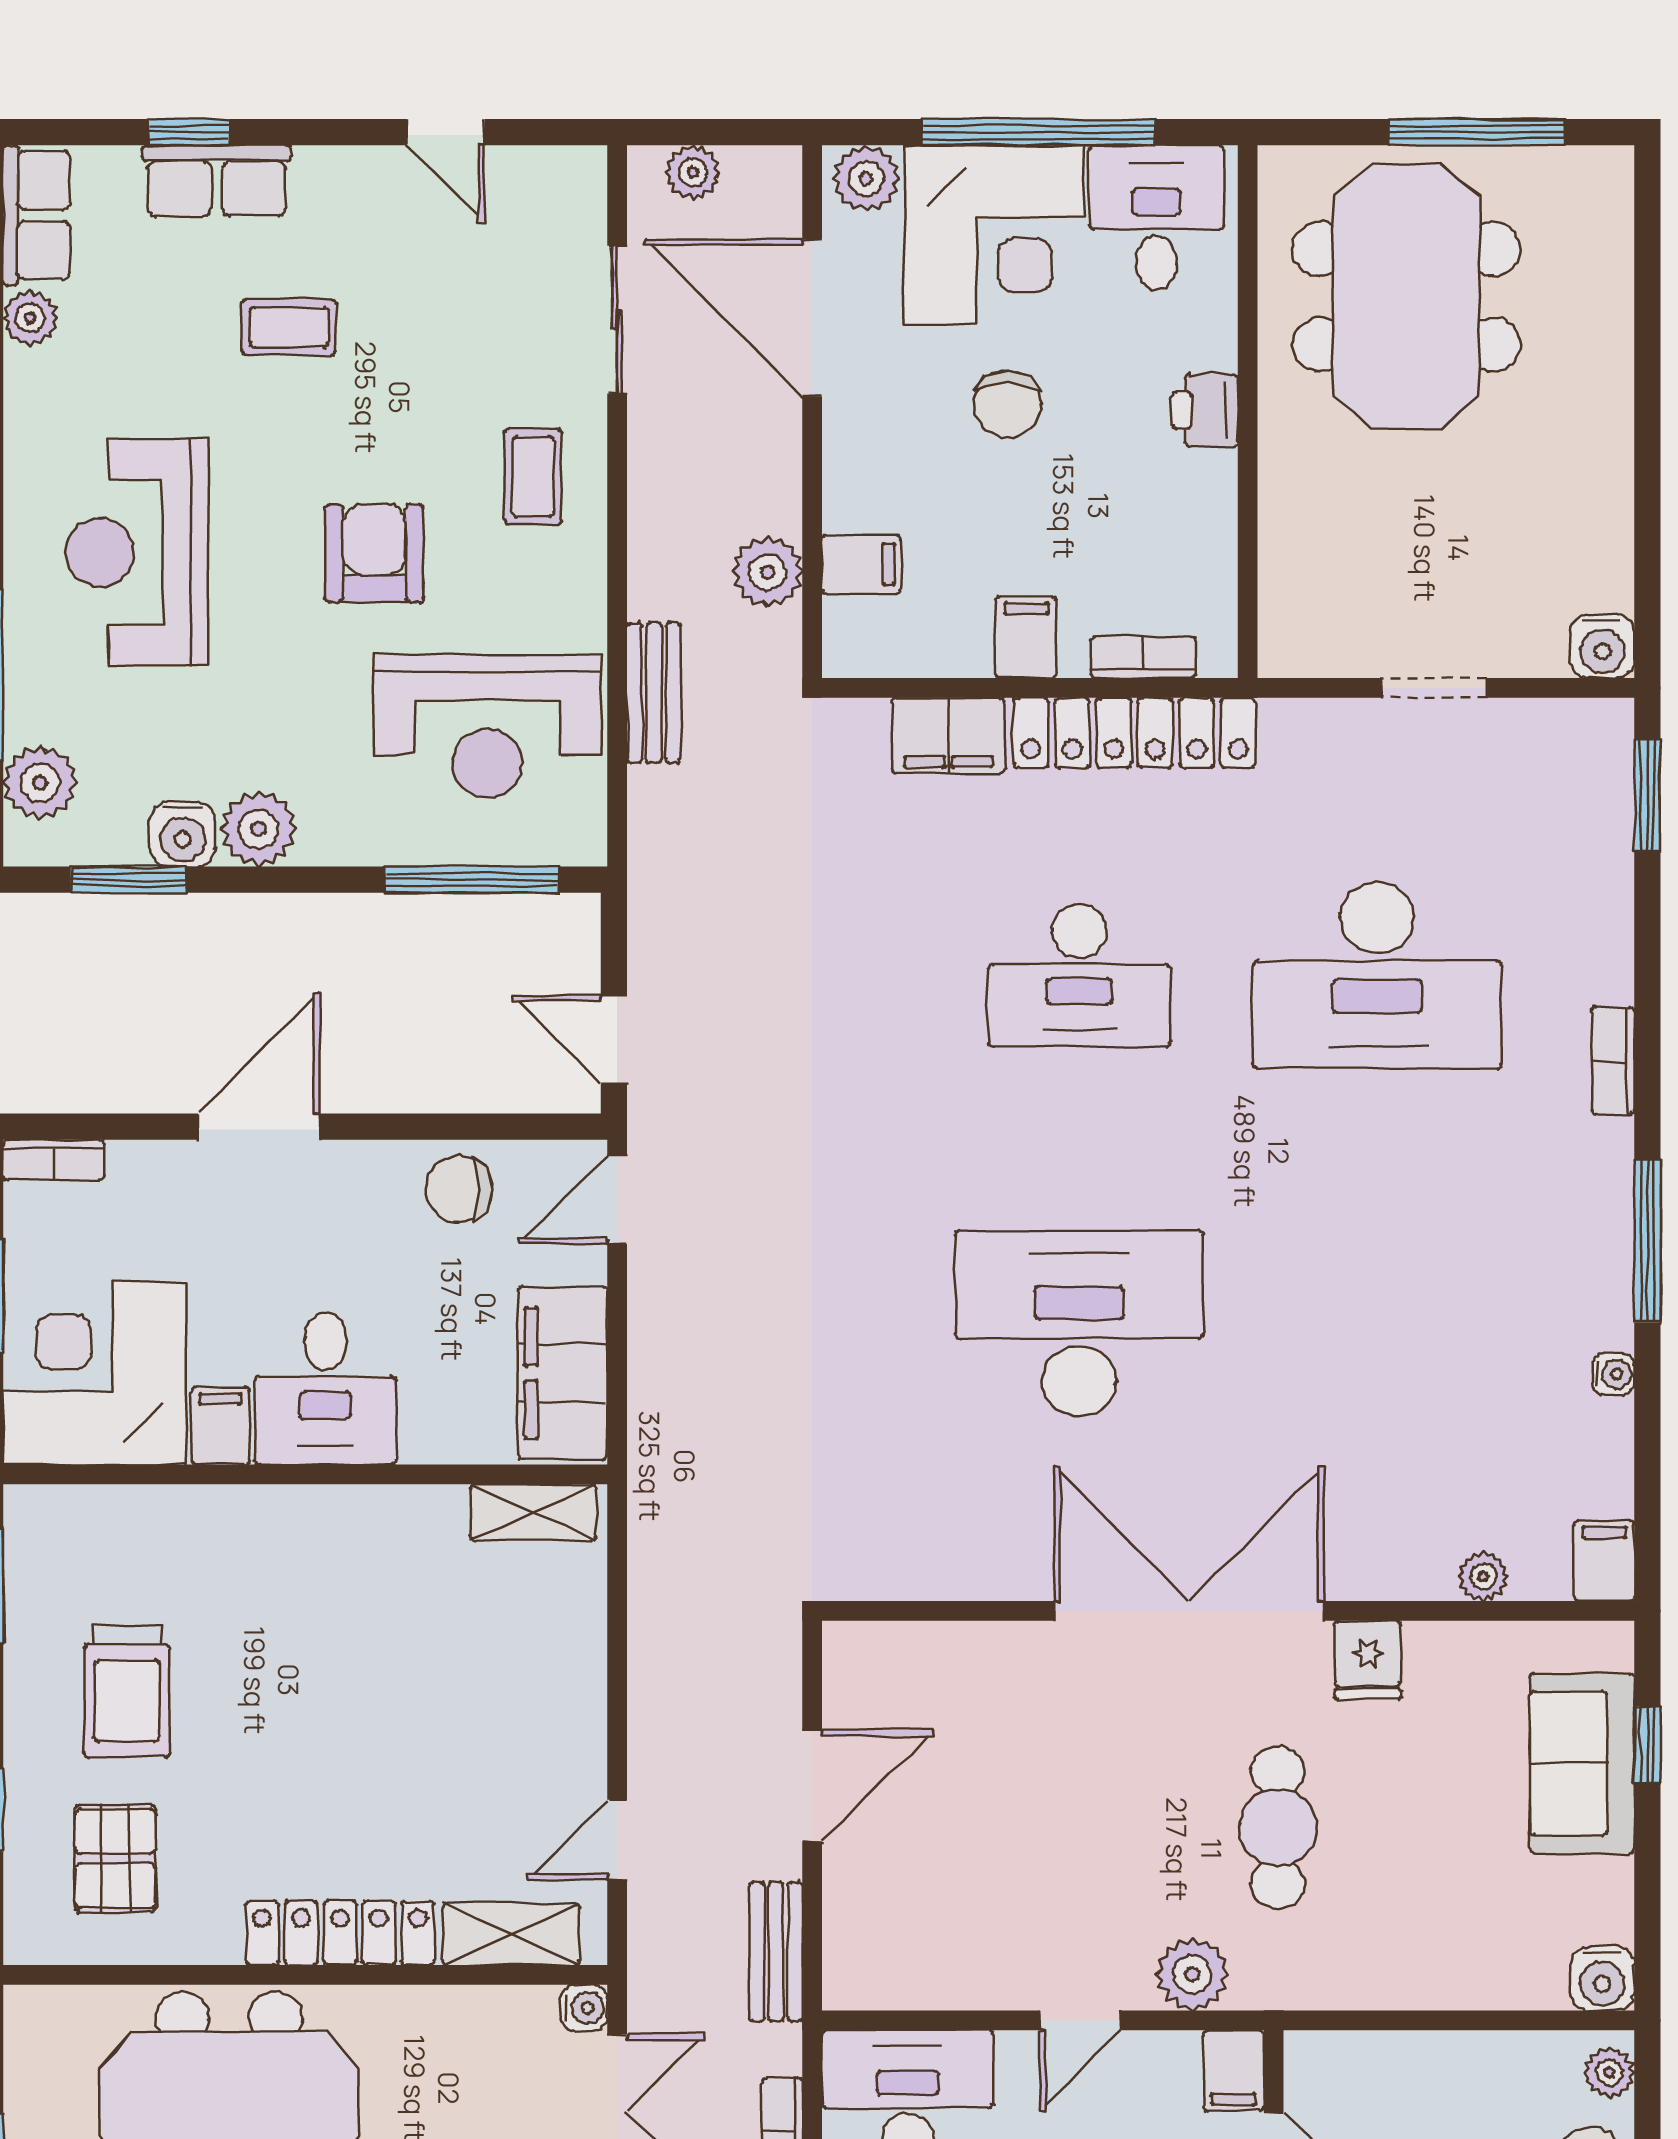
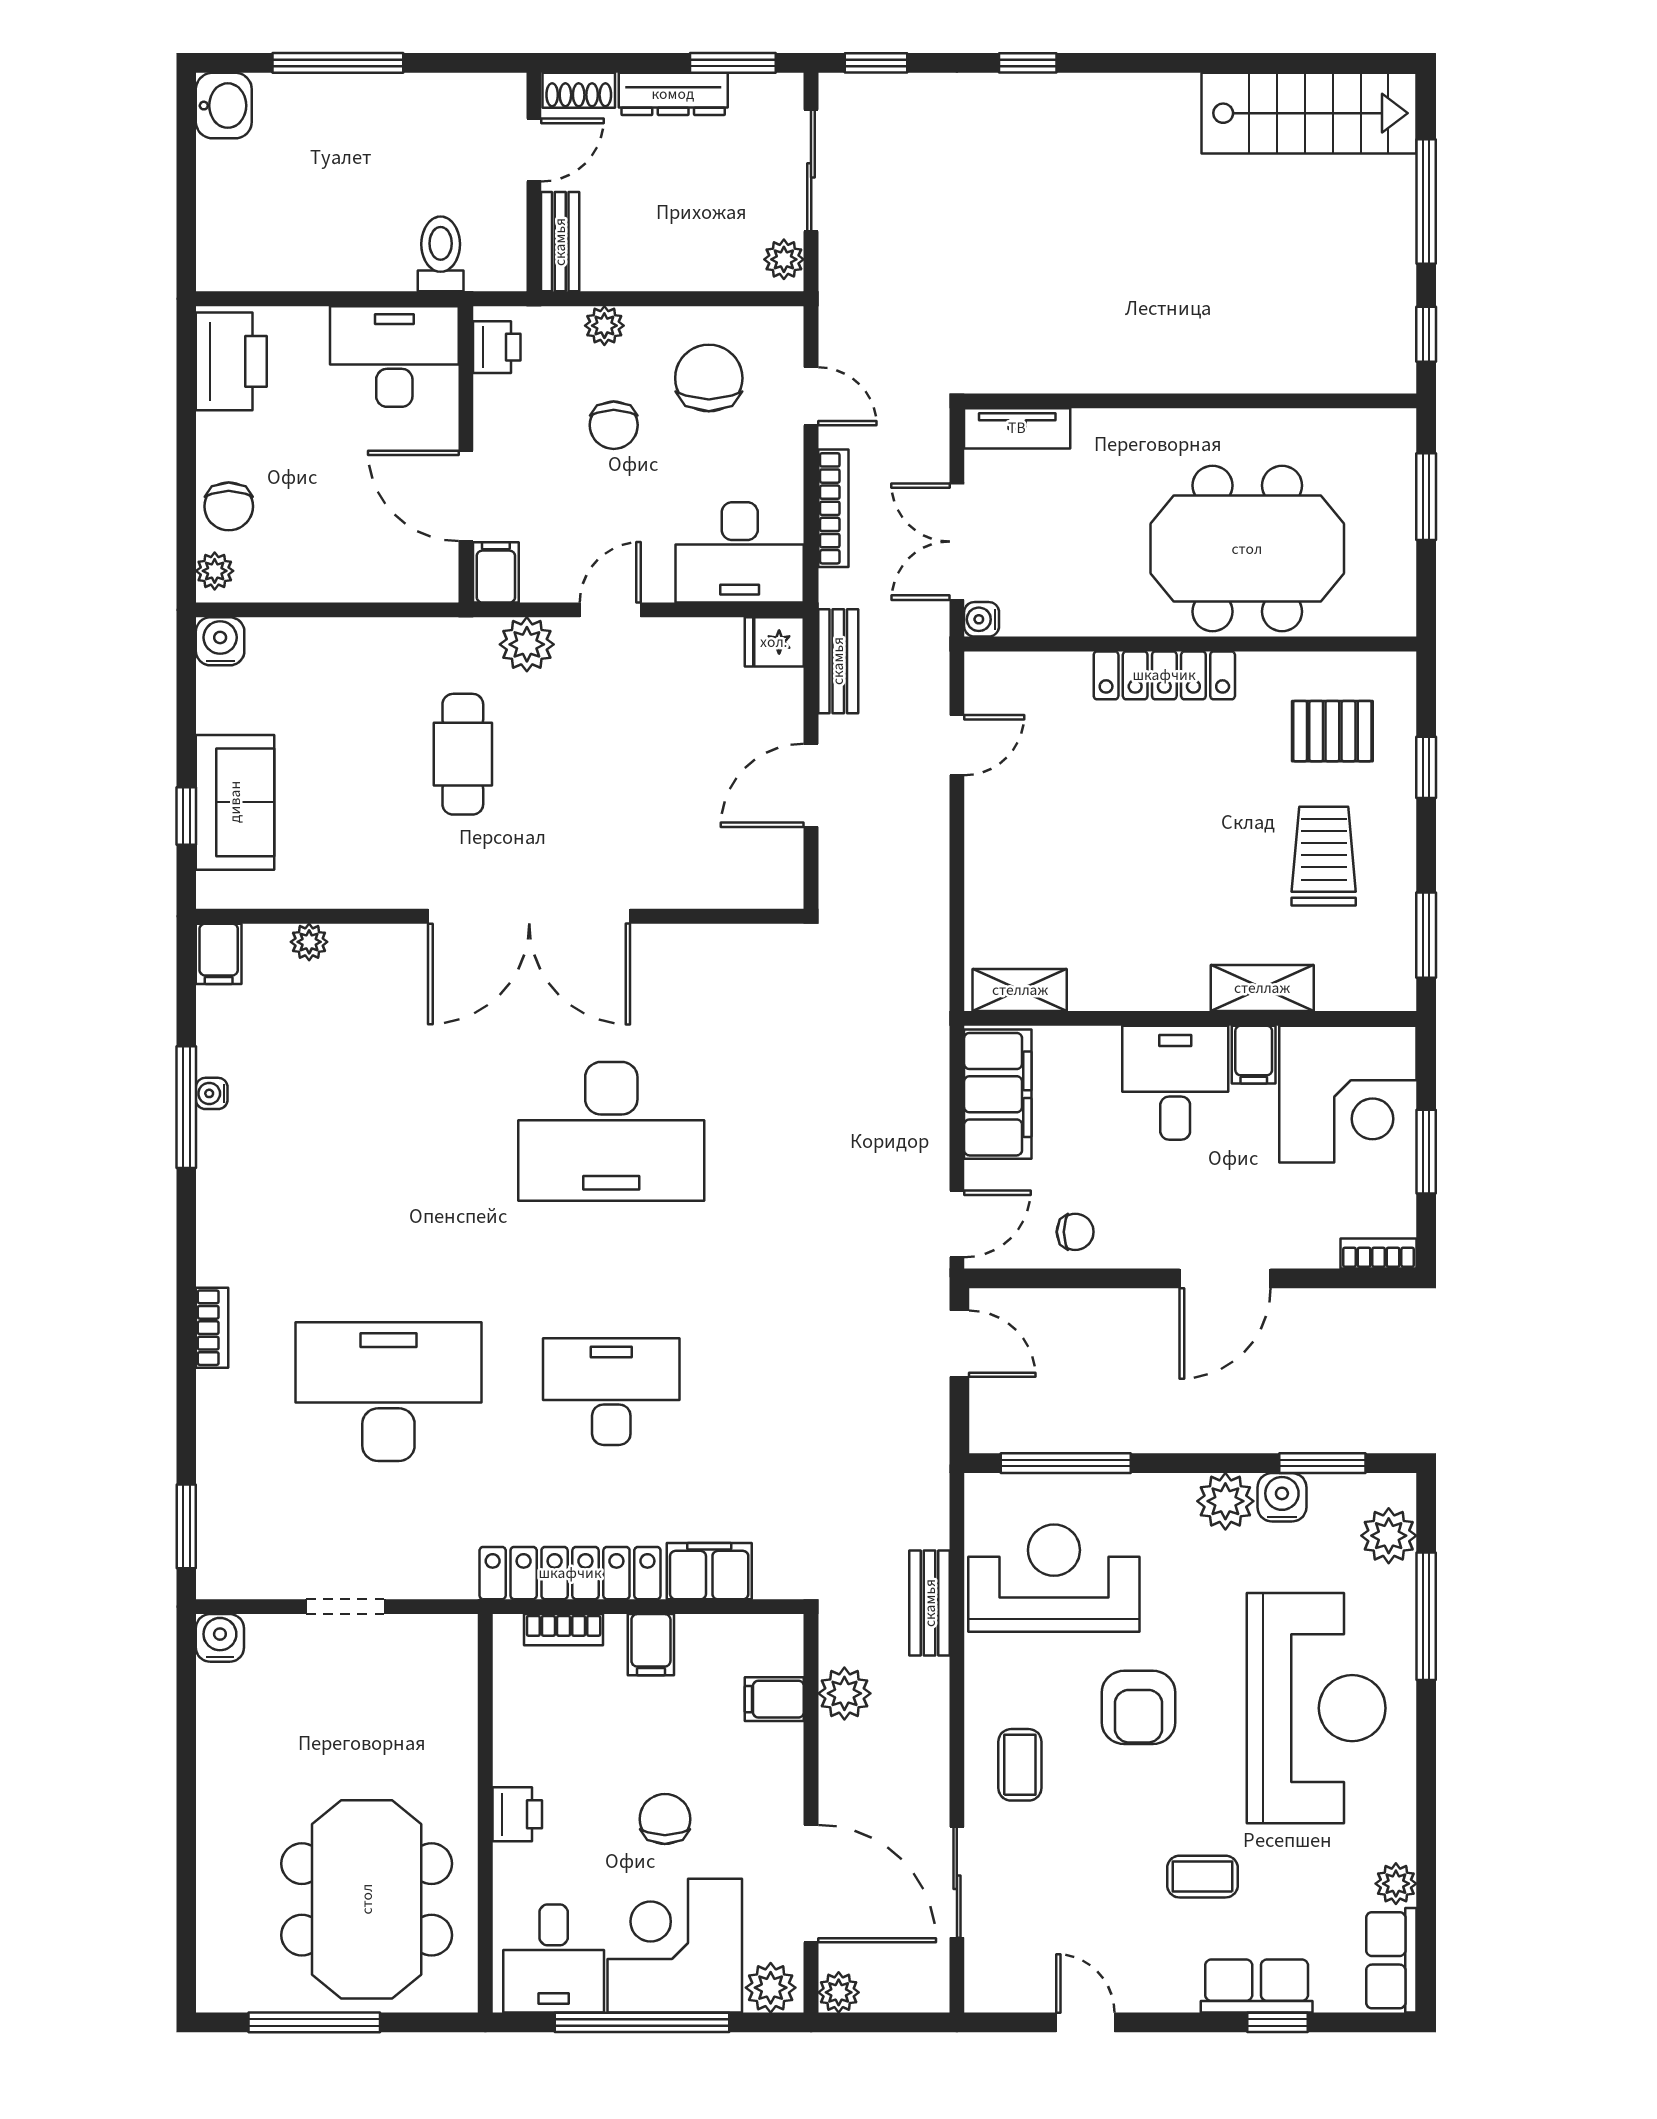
plant: (693, 172) -> (839, 1992), moved
reception desk: (137, 552) -> (1316, 1708), width x1.36, depth x1.30
chair: (459, 1189) -> (1075, 1232), width x0.73, depth x0.73
window: (1647, 1241) -> (186, 1107), moved
fridge: (1368, 1660) -> (774, 642), moved, turned -90
pallet: (115, 1858) -> (1332, 731), turned 90
shelving: (511, 1934) -> (1262, 988), moved

